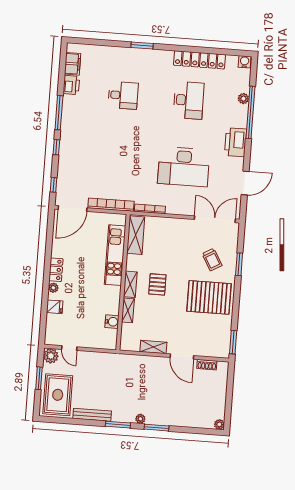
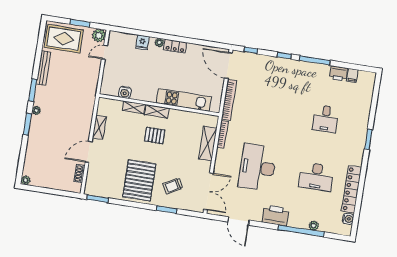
water cooler: (245, 62) -> (348, 219), moved
filing cabinet: (73, 64) -> (352, 75), width x0.50
shelving: (136, 235) -> (208, 144), moved, turned 90

